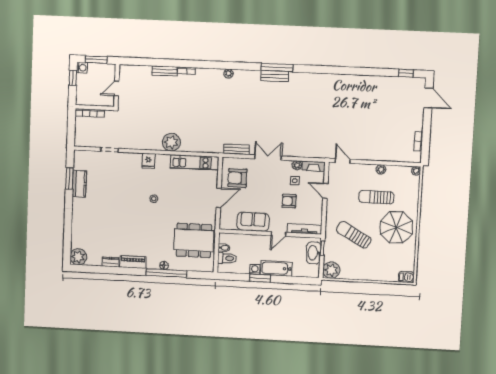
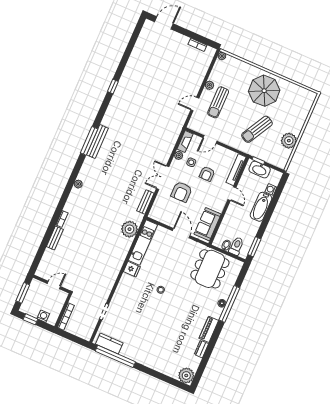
washing machine: (82, 68) -> (43, 316), moved
window: (406, 73) -> (113, 87), moved
bench: (275, 76) -> (97, 142), width x1.36
door: (117, 88) -> (54, 285), swing flipped
plant: (171, 142) -> (130, 229), moved
fridge: (148, 161) -> (132, 269), moved
door: (343, 161) -> (195, 104), moved
armchair: (237, 178) -> (182, 192), moved
window: (69, 179) -> (115, 356), width x2.11
kitchen counter: (79, 184) -> (109, 343), moved
sun lounger: (376, 197) -> (218, 102), moved
sofa: (253, 222) -> (208, 224), moved
washing machine: (255, 269) -> (271, 189), moved
plant: (331, 270) -> (289, 141), moved
barbecue: (406, 277) -> (310, 98), removed
window: (260, 278) -> (254, 247), moved

